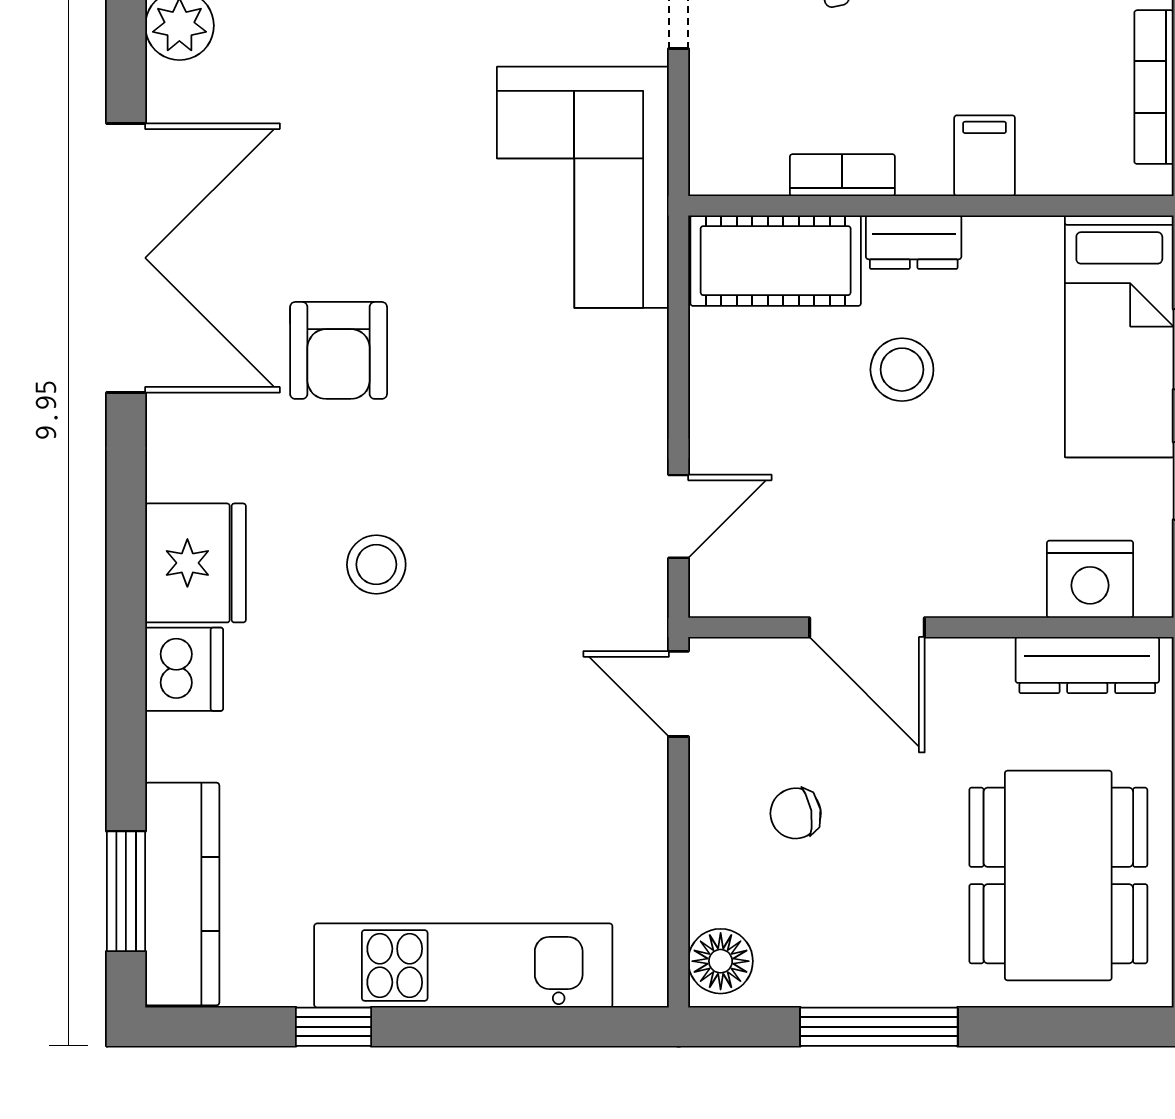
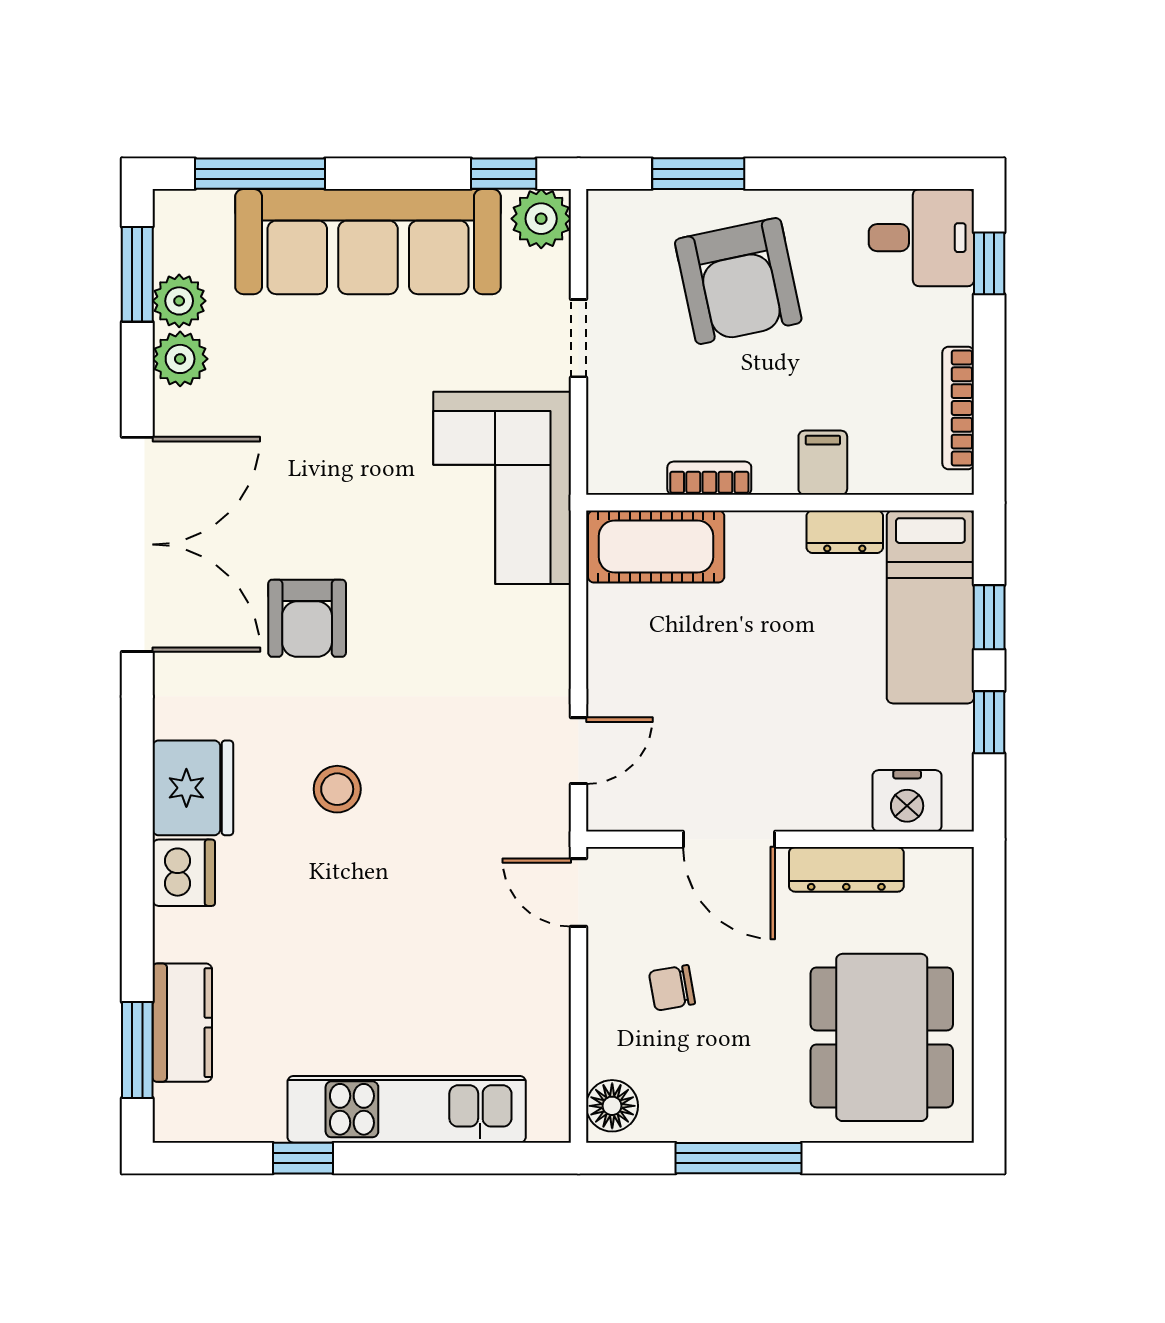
dresser: (914, 242) -> (845, 532), moved
stool: (902, 370) -> (757, 634), removed
dresser: (1087, 665) -> (846, 869), moved
kitchen counter: (182, 894) -> (182, 1023), width x0.67

